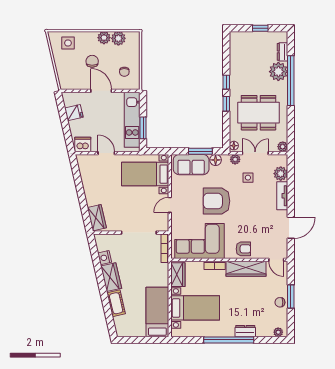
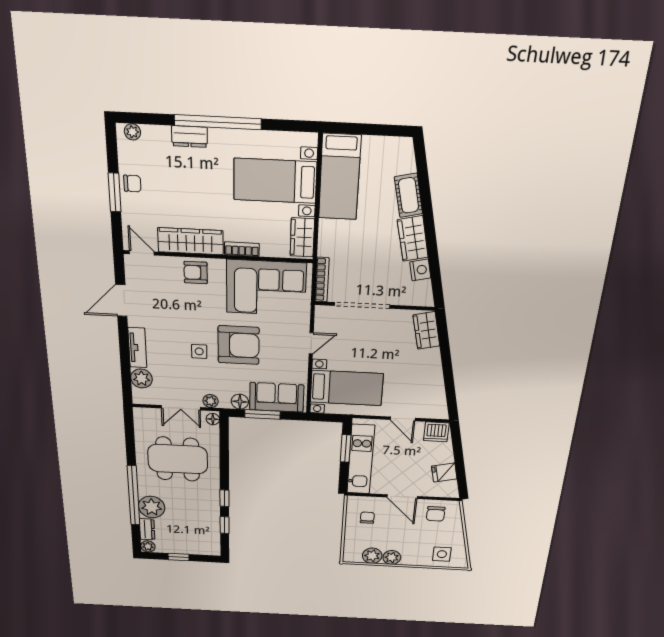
chair: (92, 61) -> (436, 514), moved
window: (226, 104) -> (225, 525), moved
plant: (283, 147) -> (148, 546), moved
side table: (248, 178) -> (199, 351), moved

